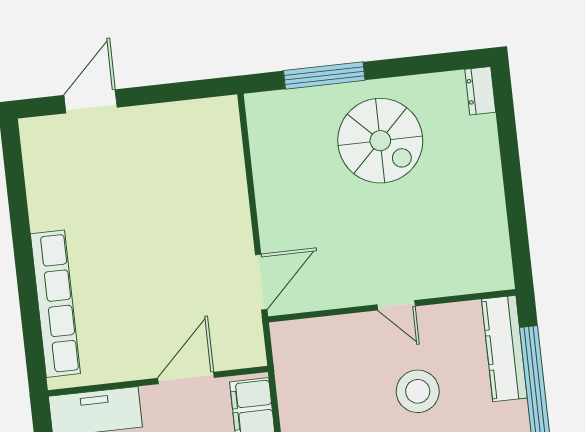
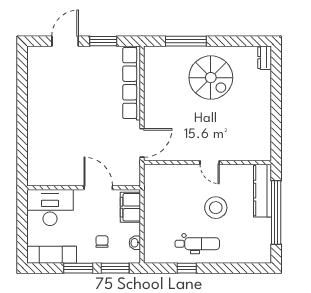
window: (164, 93) -> (103, 41), added
row of seats: (55, 304) -> (132, 83), moved, turned 180
door: (186, 378) -> (98, 188), hinge flipped

